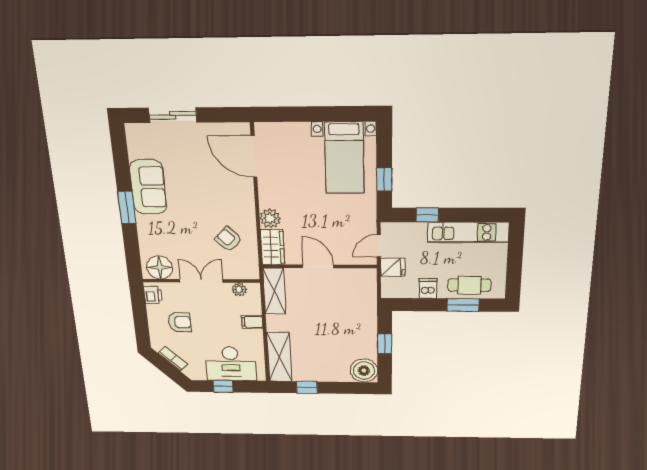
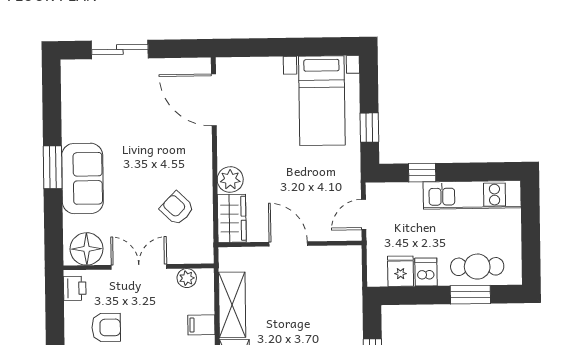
sofa: (148, 187) -> (82, 178), moved
fridge: (393, 267) -> (400, 271), moved, turned -90
shelving: (274, 291) -> (232, 305), moved

